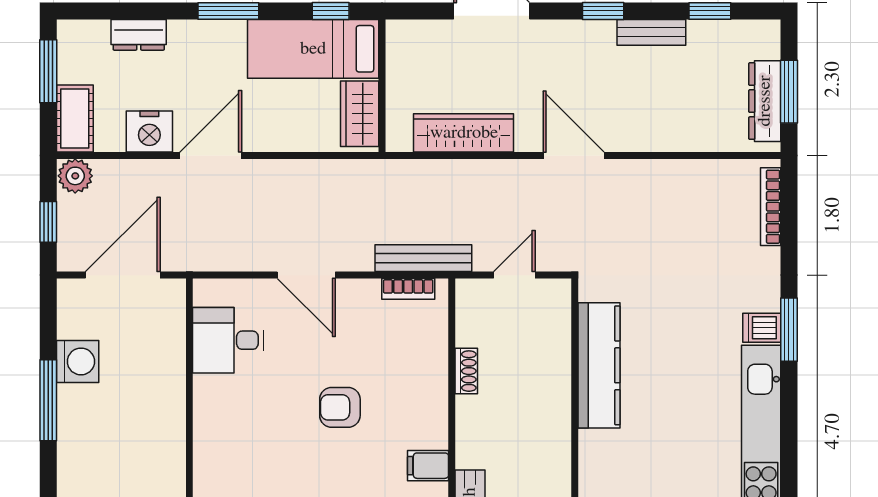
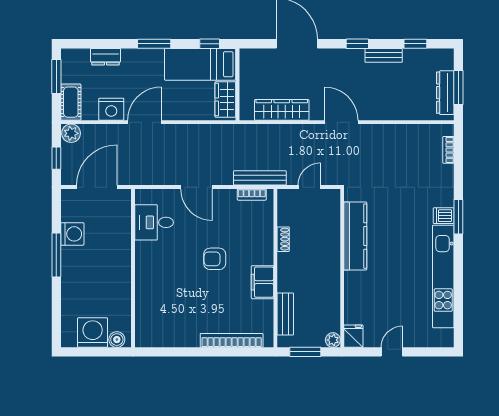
bookcase: (771, 207) -> (448, 150), width x0.64
filing cabinet: (428, 466) -> (262, 282), width x2.00

